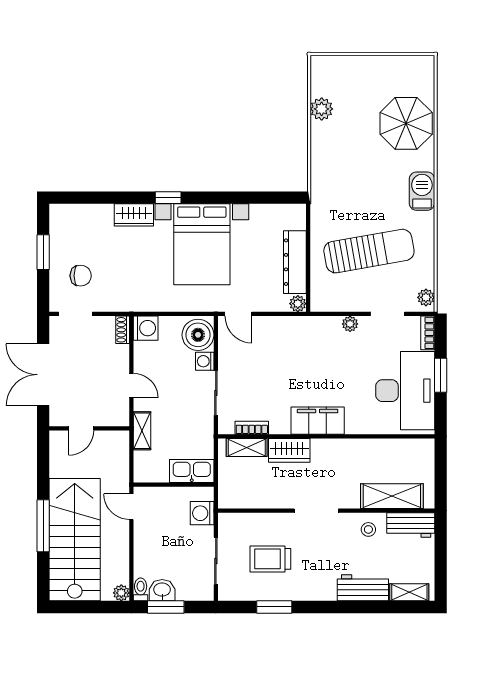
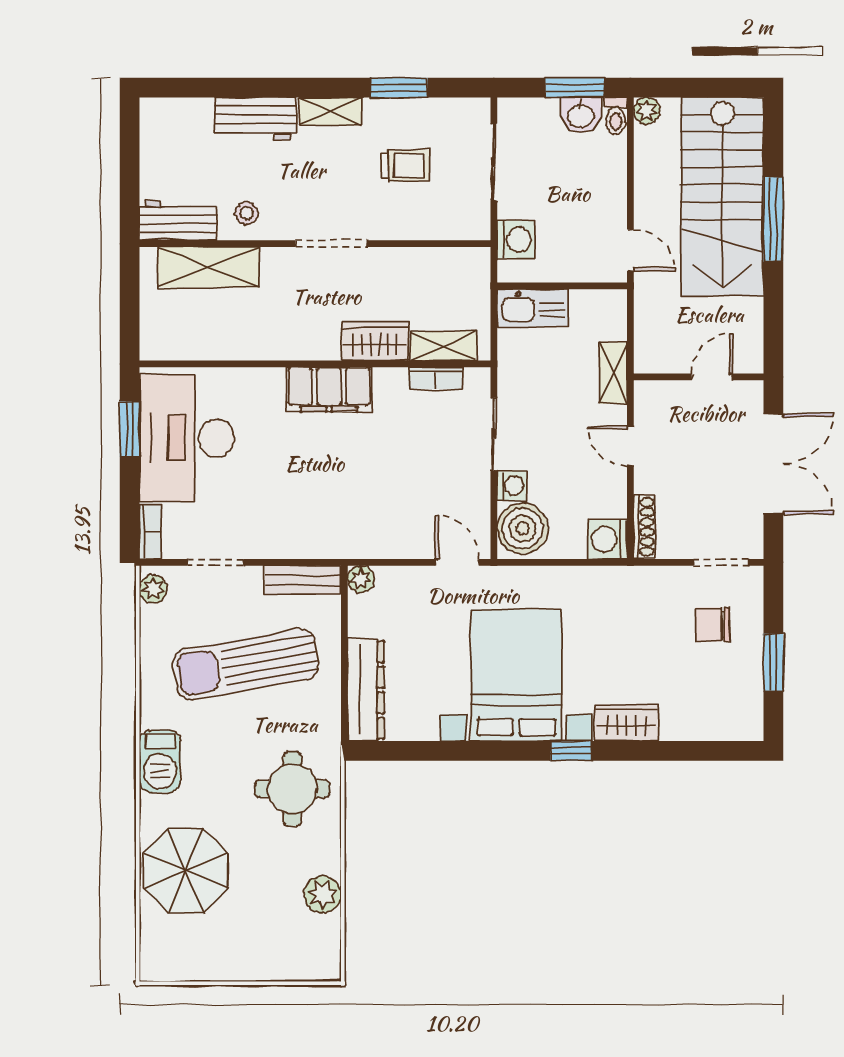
round table: (340, 174) -> (292, 789), added
dresser: (295, 262) -> (366, 690), moved
bench: (334, 303) -> (303, 580), added
plant: (350, 324) -> (276, 546), removed
shoe rack: (123, 330) -> (645, 527), width x1.43
window: (441, 375) -> (130, 429), moved
trolley: (270, 559) -> (405, 165), width x0.73, depth x0.72
shelving: (409, 592) -> (331, 111), moved

